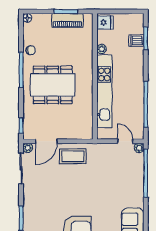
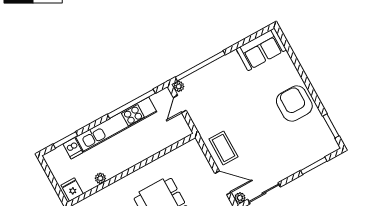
kitchen unit: (104, 91) -> (116, 124), moved, turned 180

